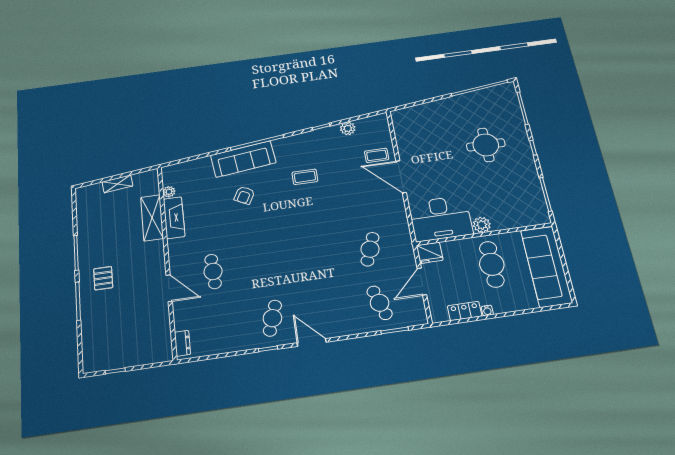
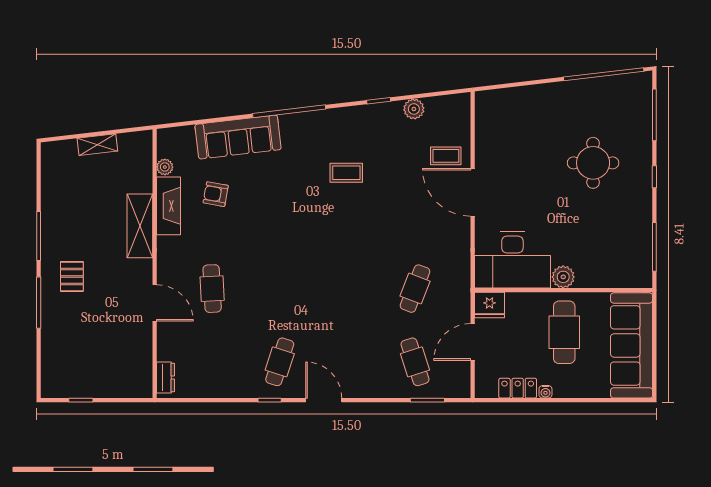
sofa: (243, 159) -> (238, 137), moved
armchair: (244, 195) -> (216, 194), moved, turned 72
shelving: (152, 218) -> (140, 226), moved

